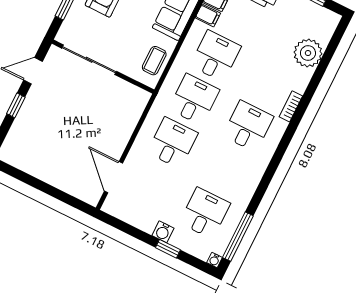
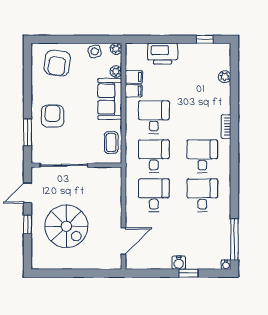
plant: (308, 53) -> (225, 77), width x0.53, depth x0.53
spiral stairs: (58, 129) -> (66, 226), added
door: (113, 177) -> (124, 241), swing flipped
desk: (205, 213) -> (202, 195), moved

